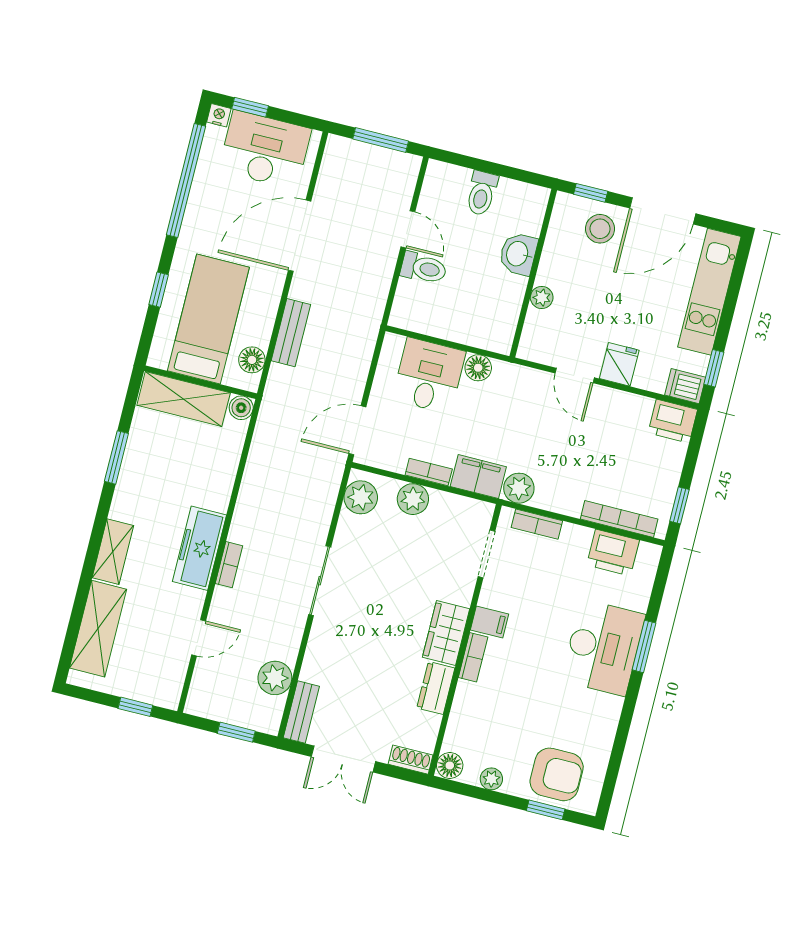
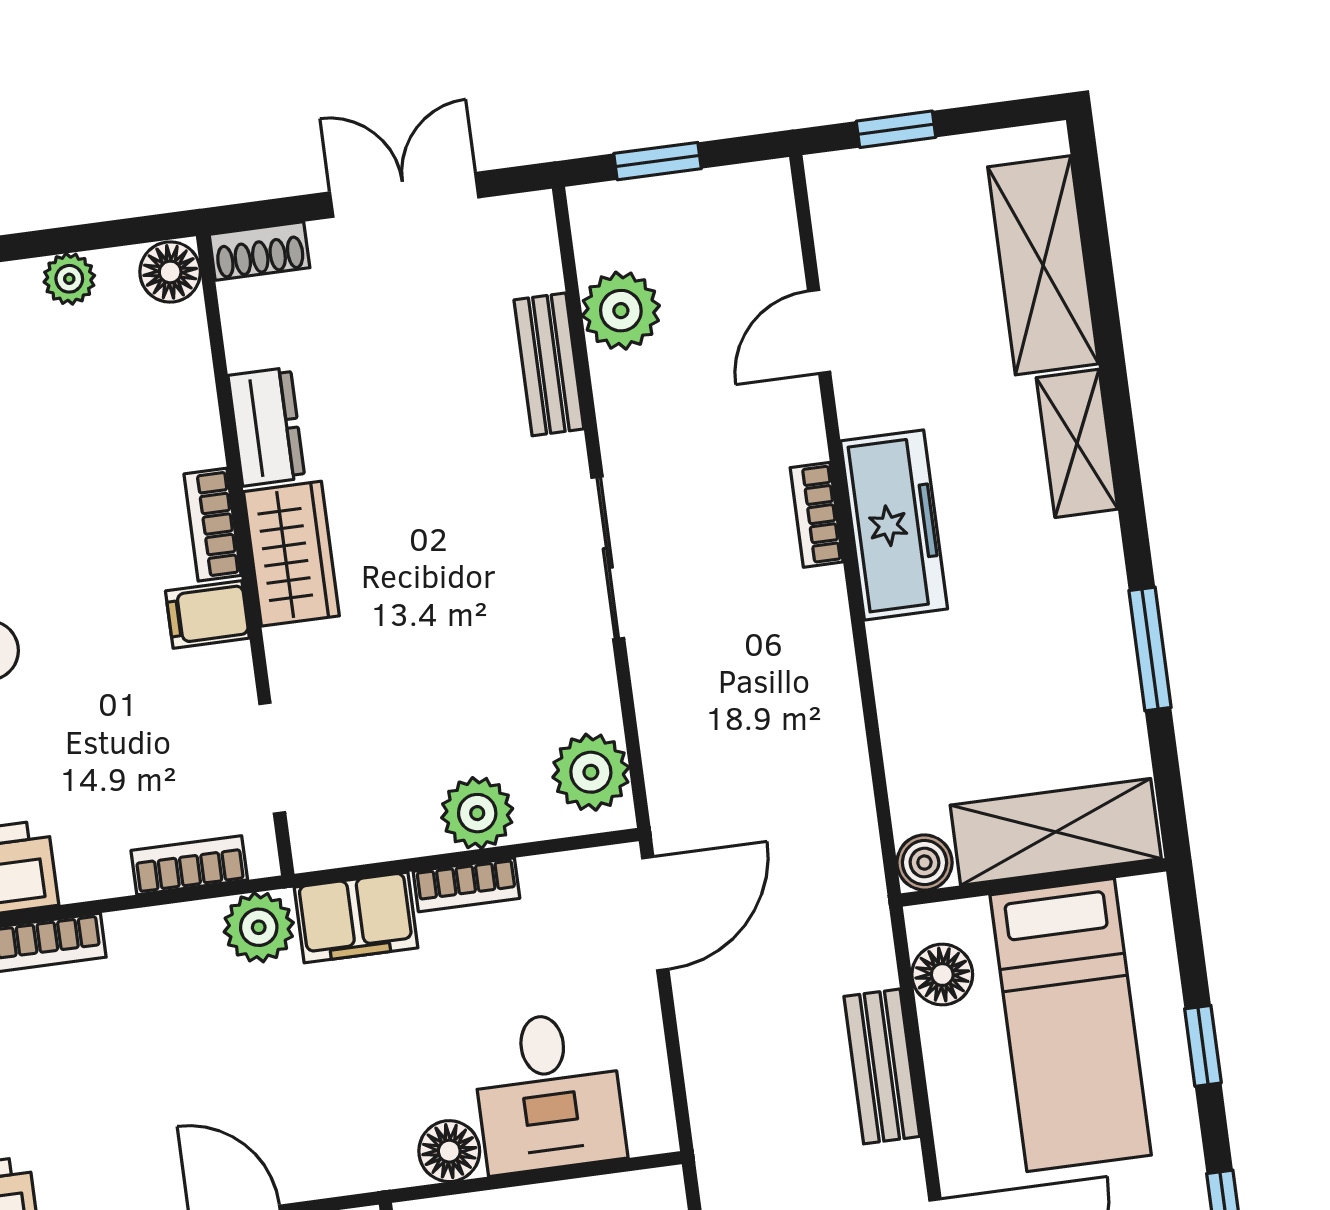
bench: (301, 712) -> (549, 364), moved

